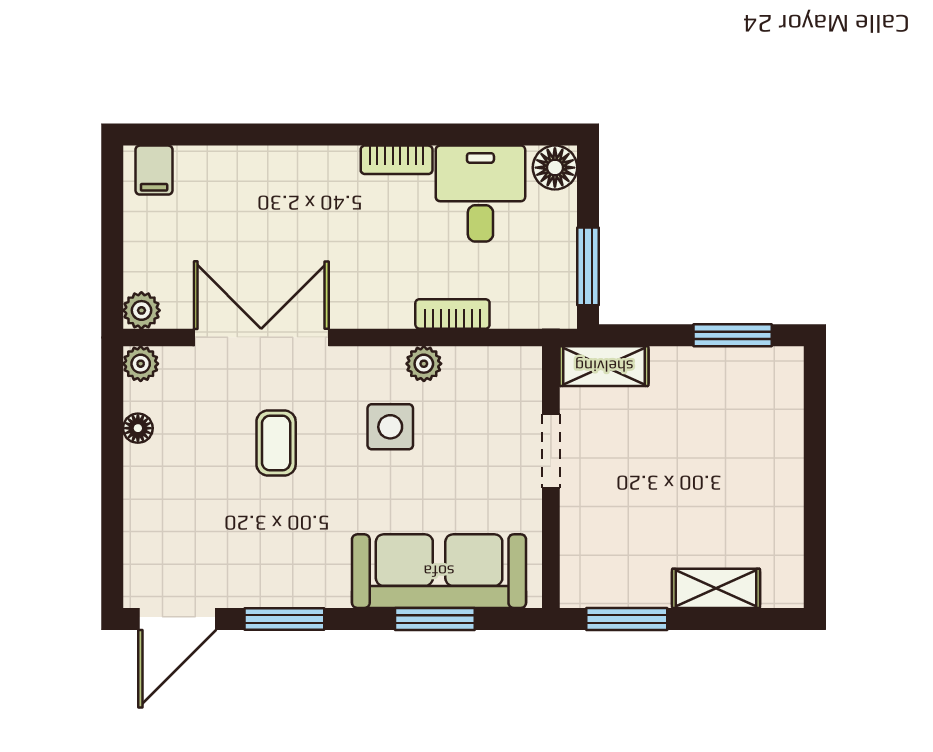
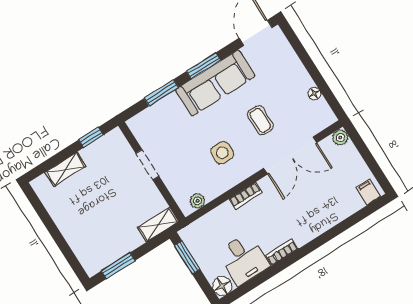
bookcase: (452, 314) -> (245, 196), moved
plant: (141, 364) -> (328, 118), removed
plant: (424, 364) -> (197, 201), moved
doorway: (551, 451) -> (147, 165), moved
sofa: (439, 571) -> (215, 83), moved
window: (284, 619) -> (204, 66), moved
window: (627, 619) -> (91, 137), width x0.67

